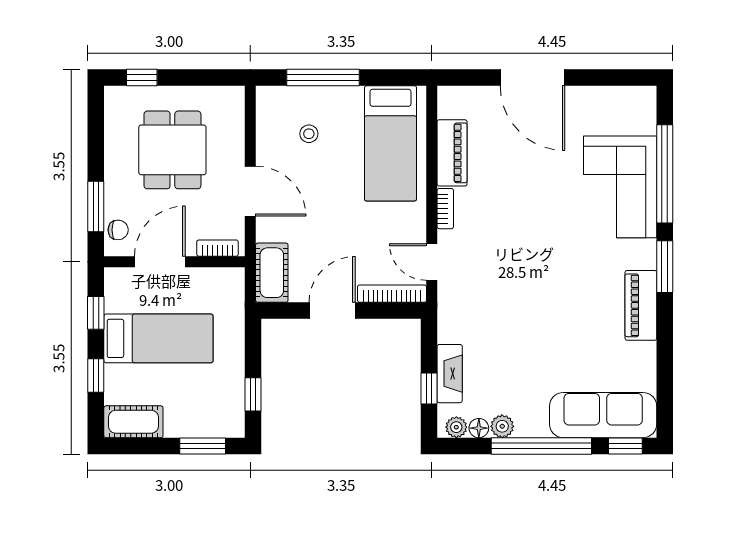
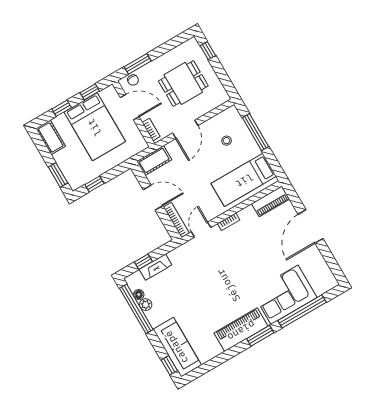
piano: (452, 153) -> (270, 201), moved
piano: (641, 305) -> (241, 330), width x1.37, depth x1.33
bed: (158, 338) -> (95, 127), width x1.50
plant: (456, 427) -> (133, 284), removed
window: (541, 446) -> (136, 309), moved

